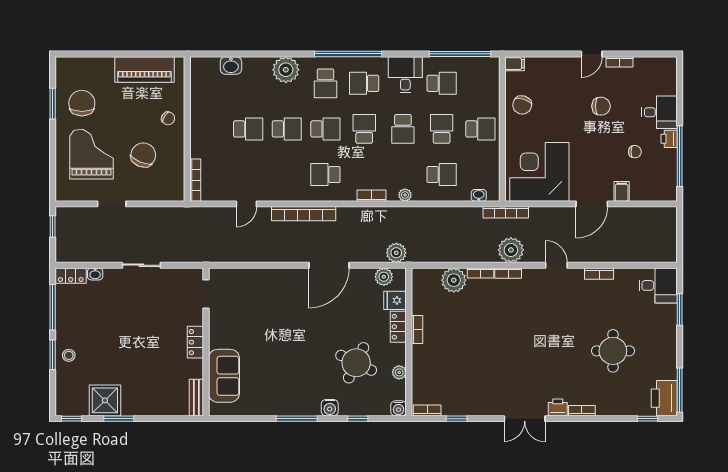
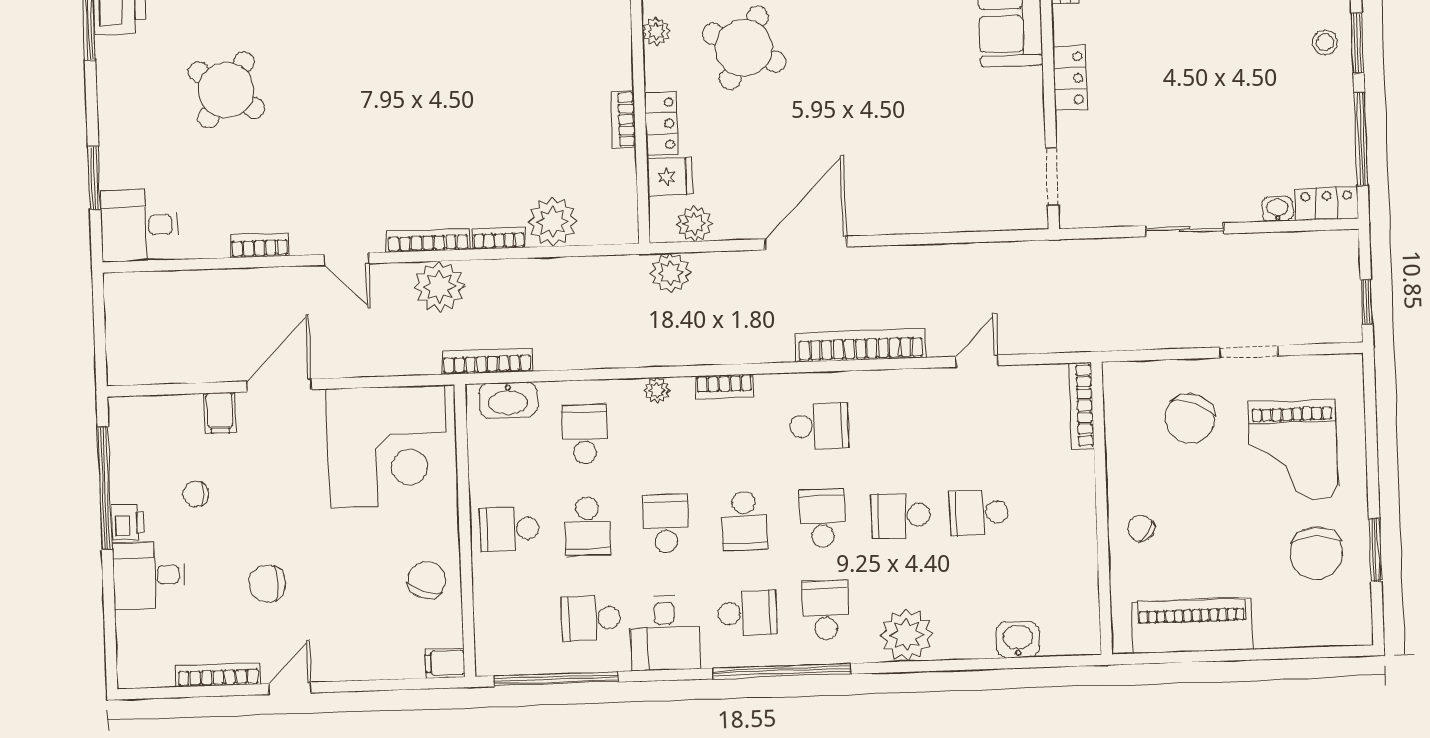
bookcase: (619, 62) -> (218, 675), width x1.56
school desk: (325, 129) -> (822, 518), turned 90
chair: (143, 155) -> (1190, 419), moved
school desk: (442, 175) -> (585, 434), turned 90
washbasin: (479, 195) -> (508, 400), width x1.91, depth x1.45
bookcase: (506, 212) -> (487, 361), moved
bookcase: (508, 273) -> (428, 240), width x1.56
round table: (613, 351) -> (226, 90), turned 35

